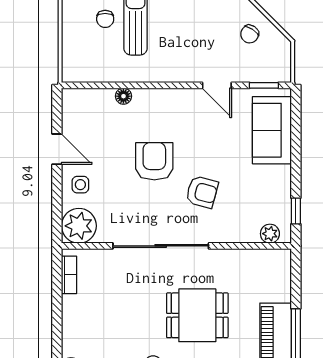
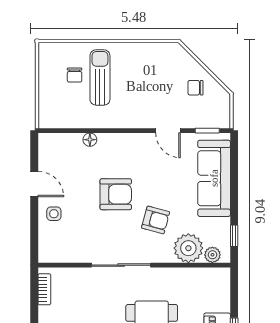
chair: (250, 34) -> (195, 88), turned 56
sofa: (272, 130) -> (214, 178), width x1.36
armchair: (154, 161) -> (116, 194), turned 90
plant: (79, 226) -> (188, 248), moved
sliding door: (161, 246) -> (121, 265), width x0.73

